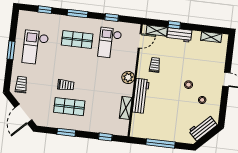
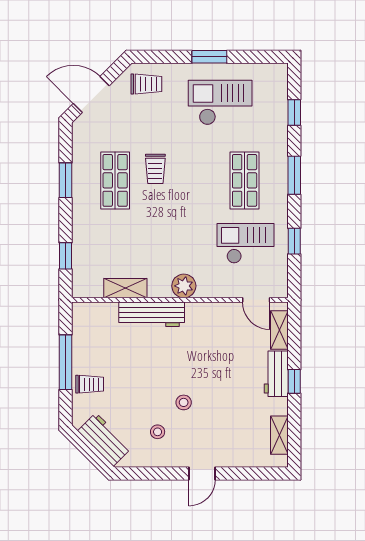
window: (174, 25) -> (294, 381), moved
trolley: (155, 65) -> (90, 384), moved

